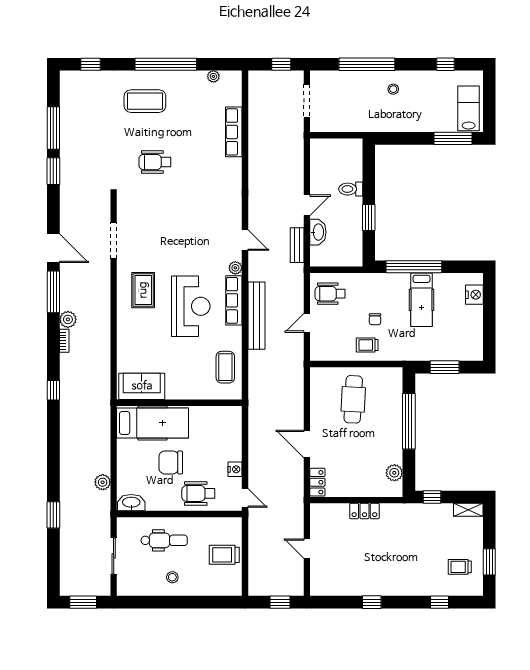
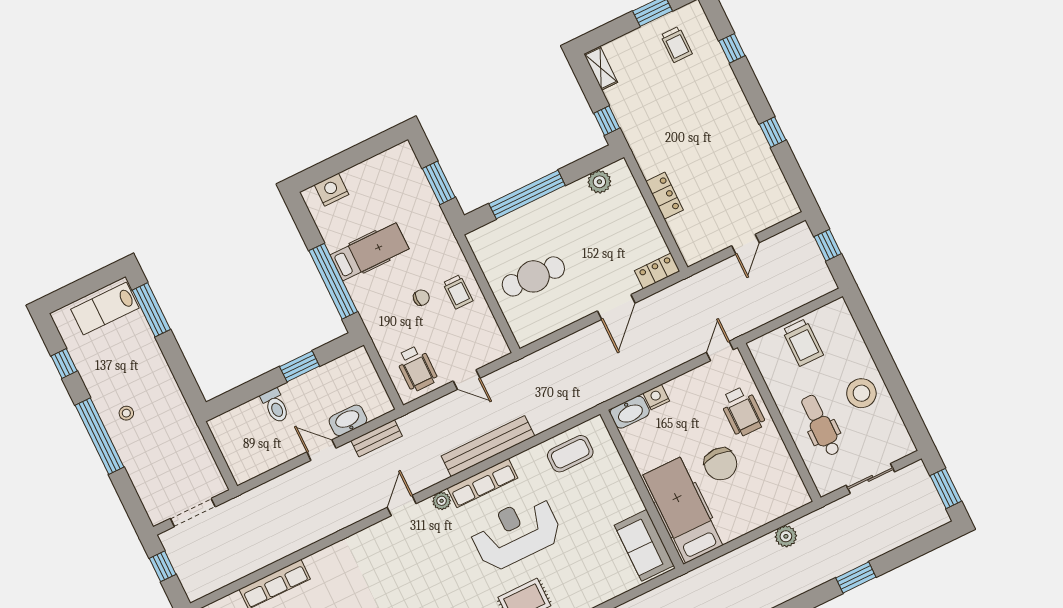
window: (367, 64) -> (99, 436), moved
nightstand: (235, 469) -> (656, 397), moved
washbasin: (131, 503) -> (630, 412), moved, turned -90
stool: (172, 577) -> (861, 393), width x1.89, depth x1.89

